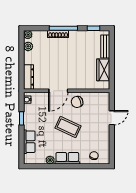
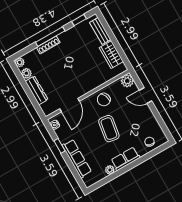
dresser: (28, 77) -> (37, 90), moved
door: (58, 91) -> (70, 105), moved
plant: (104, 98) -> (127, 81), added
door: (112, 118) -> (146, 96), swing flipped
coffee table: (68, 127) -> (109, 129), turned 74
row of seats: (29, 142) -> (77, 159), width x1.48

